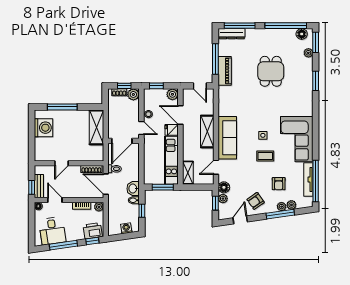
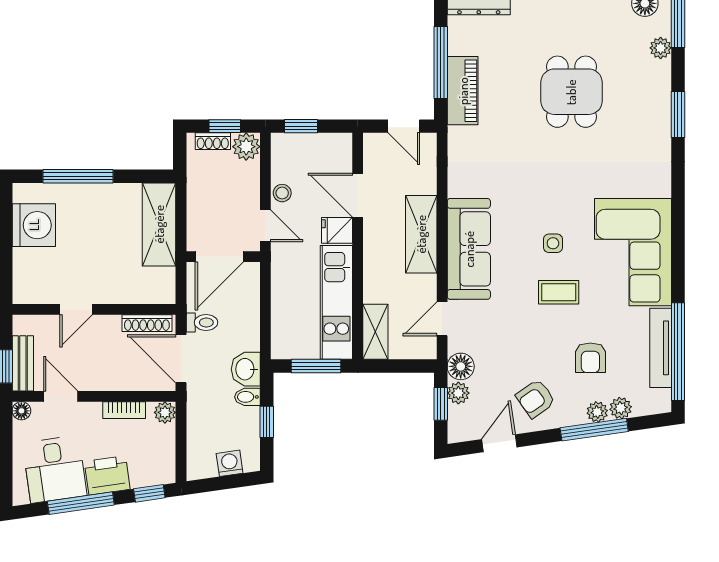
plant: (172, 94) -> (339, 146), removed
printer: (93, 231) -> (107, 475), moved

